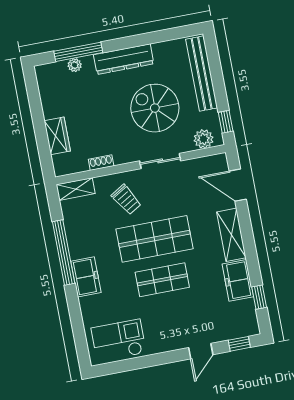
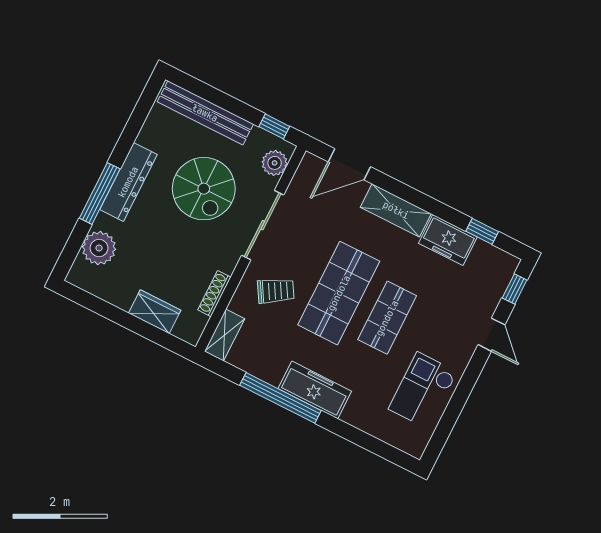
window: (78, 52) -> (100, 194), moved
plant: (75, 65) -> (99, 248), width x1.88, depth x1.88
spiral stairs: (155, 108) -> (204, 189), turned -90
sliding door: (160, 161) -> (263, 225), width x1.37
shoe rack: (101, 163) -> (214, 294), width x1.43
freezer: (86, 277) -> (315, 390), width x1.40
checkout: (119, 340) -> (423, 390), moved

